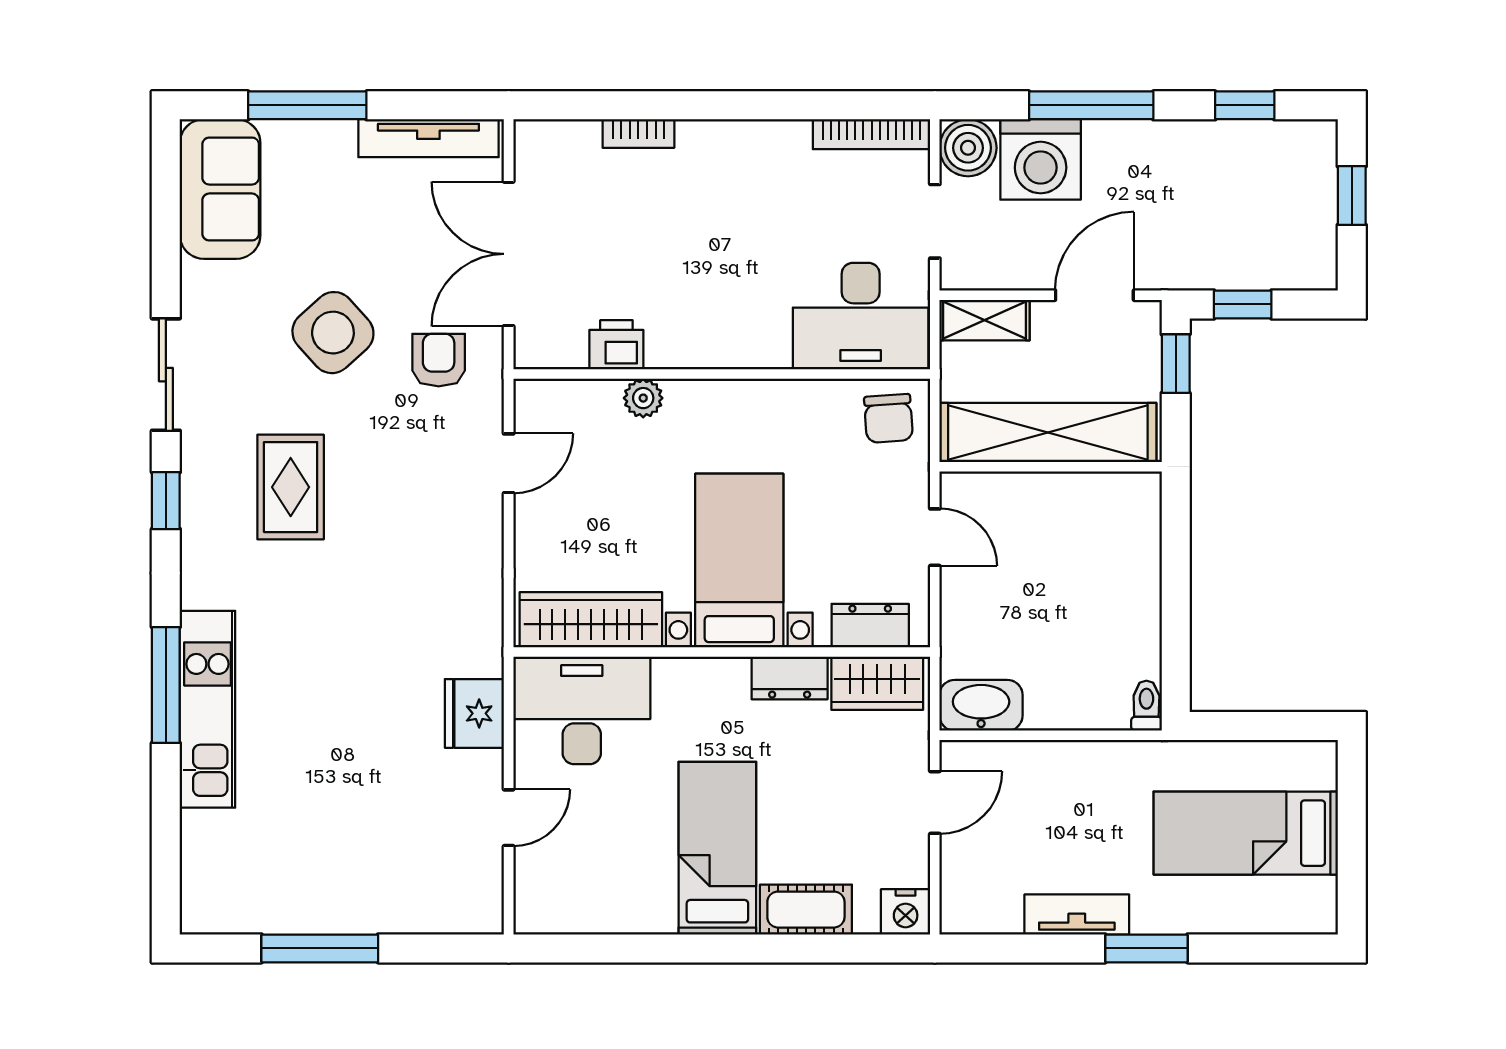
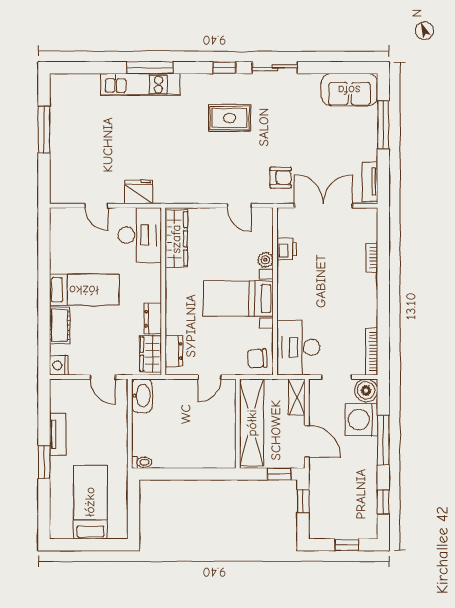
tv unit: (428, 138) -> (370, 182), width x0.71
side table: (333, 333) -> (292, 135), removed
bed with nightstands: (739, 560) -> (238, 299), moved, turned 180

